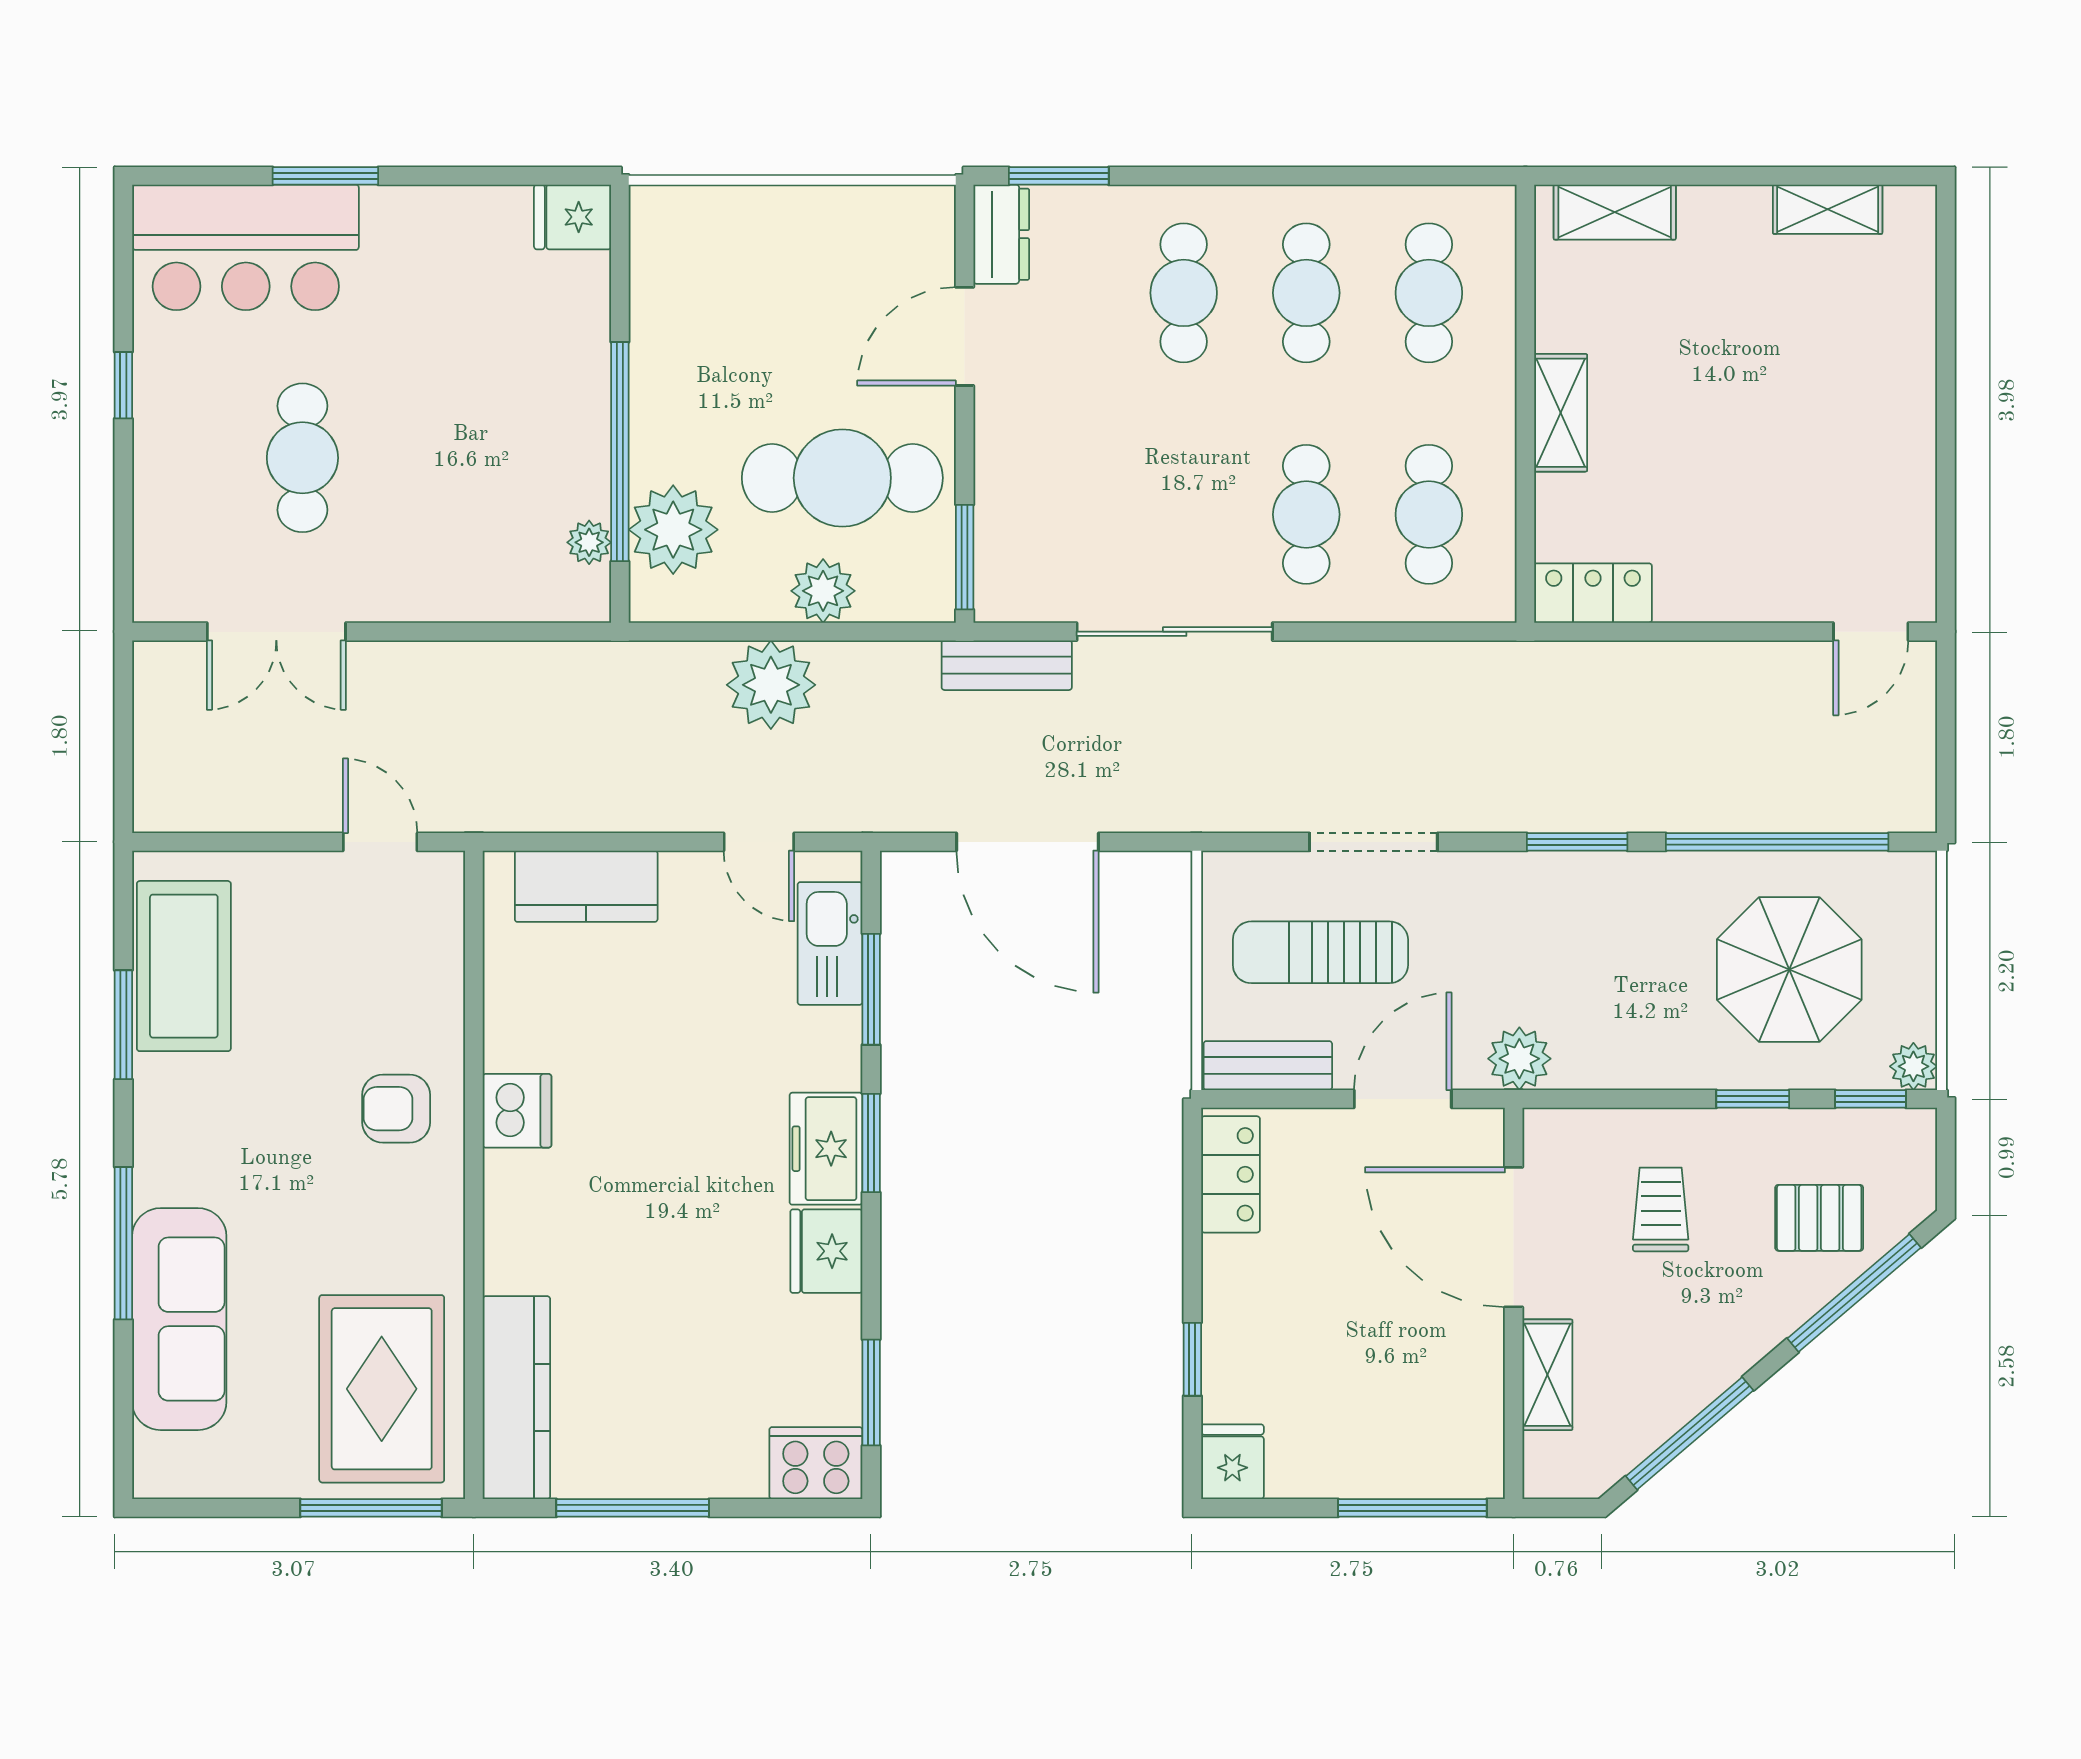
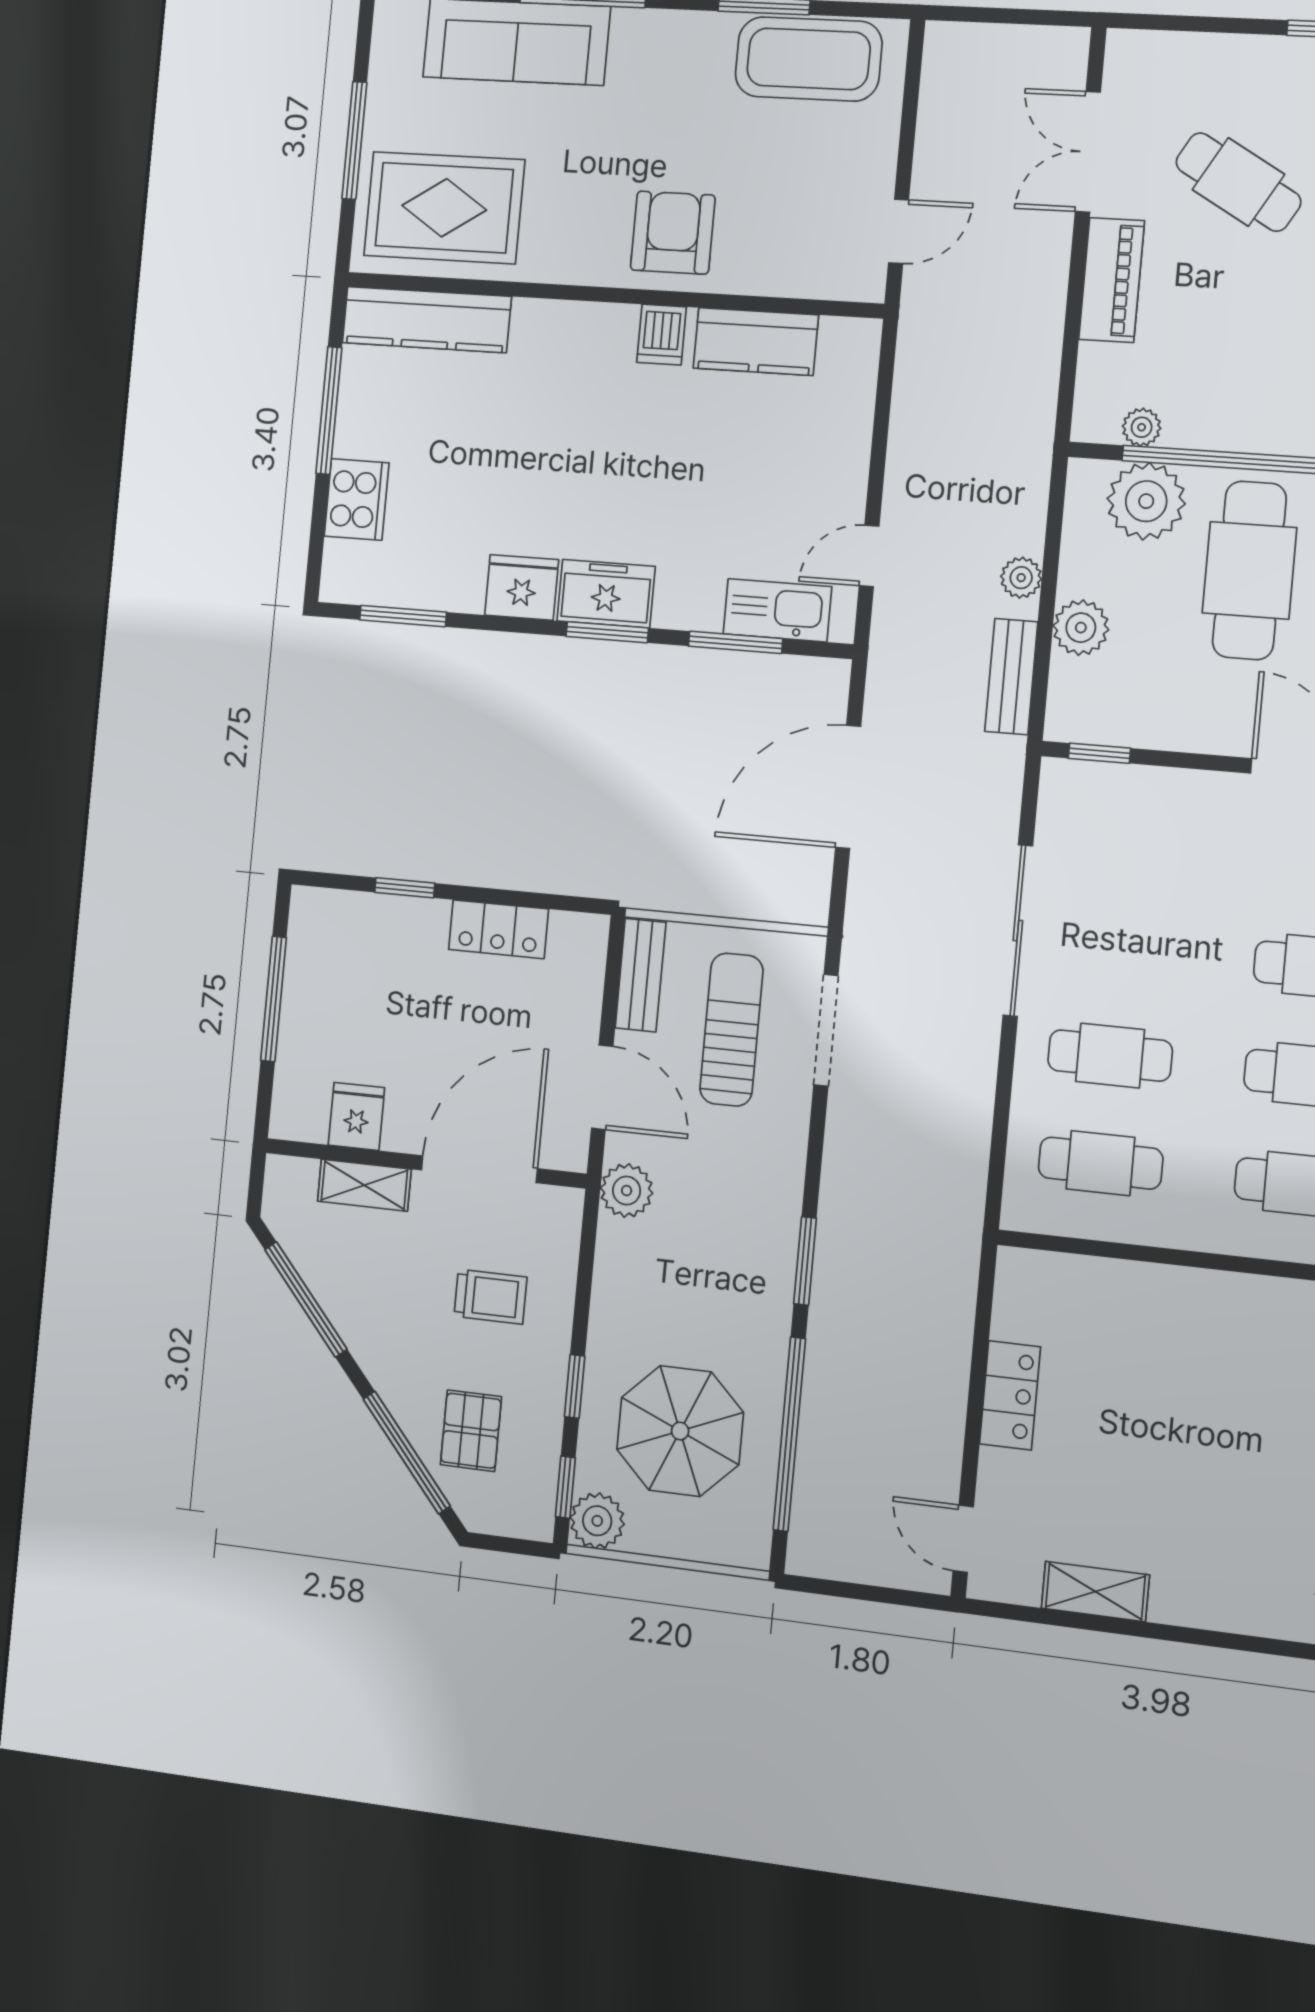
shelving: (1561, 413) -> (1095, 1592), moved
cafe table: (302, 458) -> (1238, 182), turned 30
cafe table: (842, 478) -> (1249, 570), moved
window: (965, 557) -> (1099, 753), width x0.67
piano: (423, 591) -> (1112, 280), added
locker: (1593, 593) -> (1010, 1395), moved
bench: (1007, 665) -> (1011, 677), moved
plant: (771, 685) -> (1021, 578), width x0.53, depth x0.53
doorway: (1373, 842) -> (826, 1030), moved
kitchen counter: (586, 886) -> (756, 341), moved, turned -90
plant: (1913, 1066) -> (597, 1521), width x1.38, depth x1.38
armchair: (396, 1109) -> (673, 233), width x1.38, depth x1.38
dishwasher: (517, 1111) -> (662, 335), width x0.73
locker: (1231, 1174) -> (498, 929), moved
fridge: (1232, 1462) -> (356, 1116), moved, turned -90
cooker: (816, 1463) -> (357, 499), moved
window: (371, 1508) -> (354, 140), moved
window: (1412, 1508) -> (274, 999), moved

